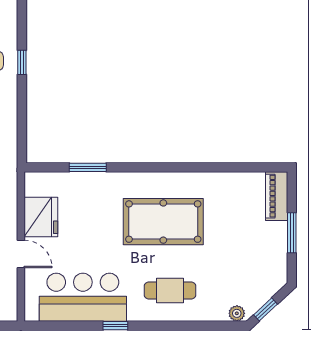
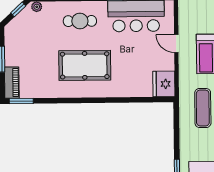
window: (88, 167) -> (21, 101), moved
fridge: (41, 217) -> (164, 84), moved

